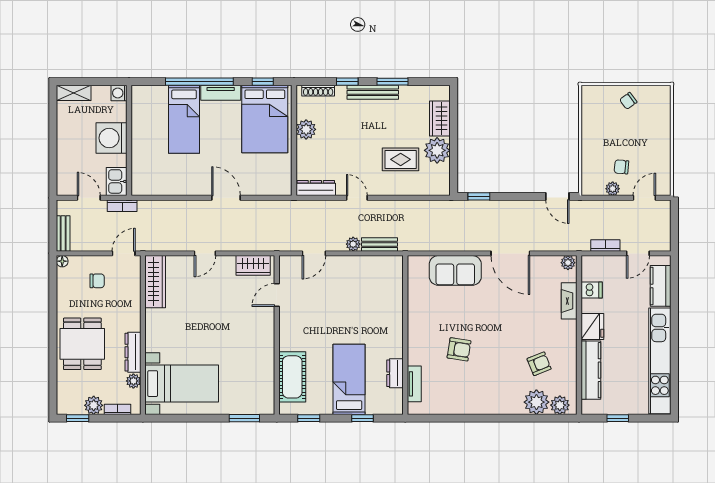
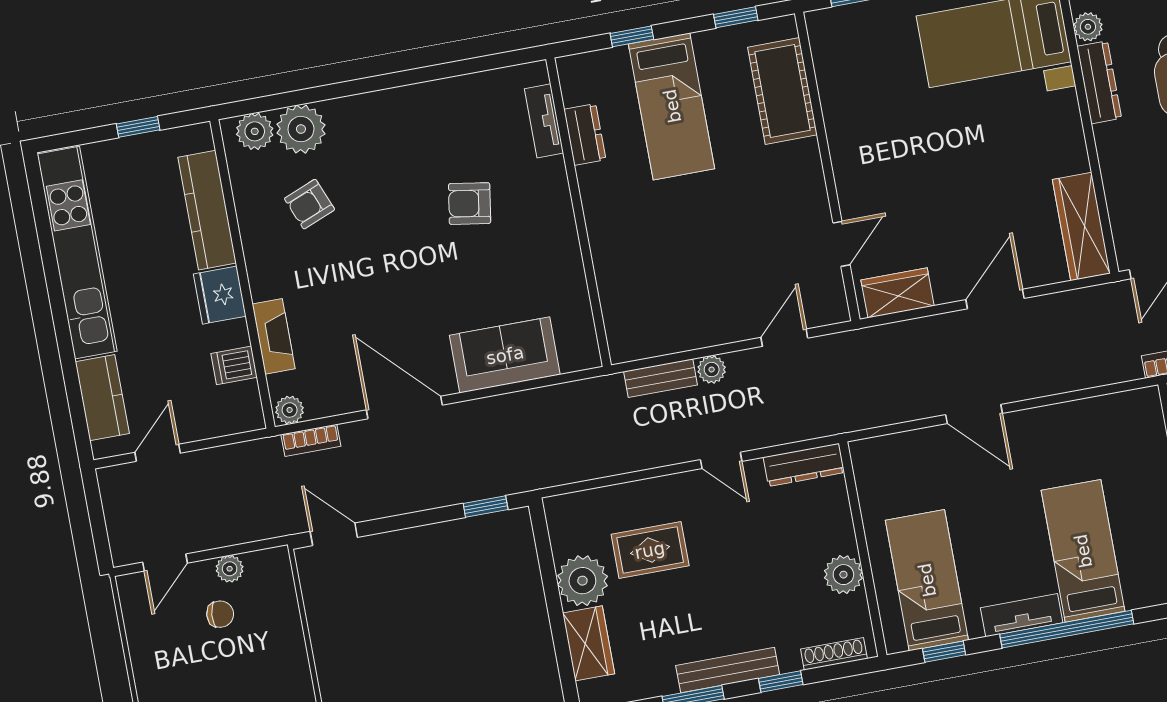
bed: (265, 119) -> (927, 580), width x0.67
bookcase: (605, 245) -> (311, 440), moved
door: (205, 253) -> (995, 299), width x1.38

